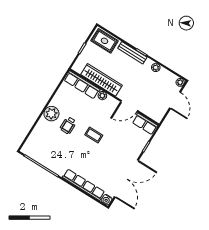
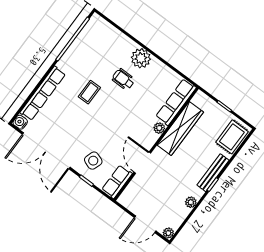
coffee table: (94, 135) -> (89, 92), moved
side table: (131, 143) -> (93, 161), added

